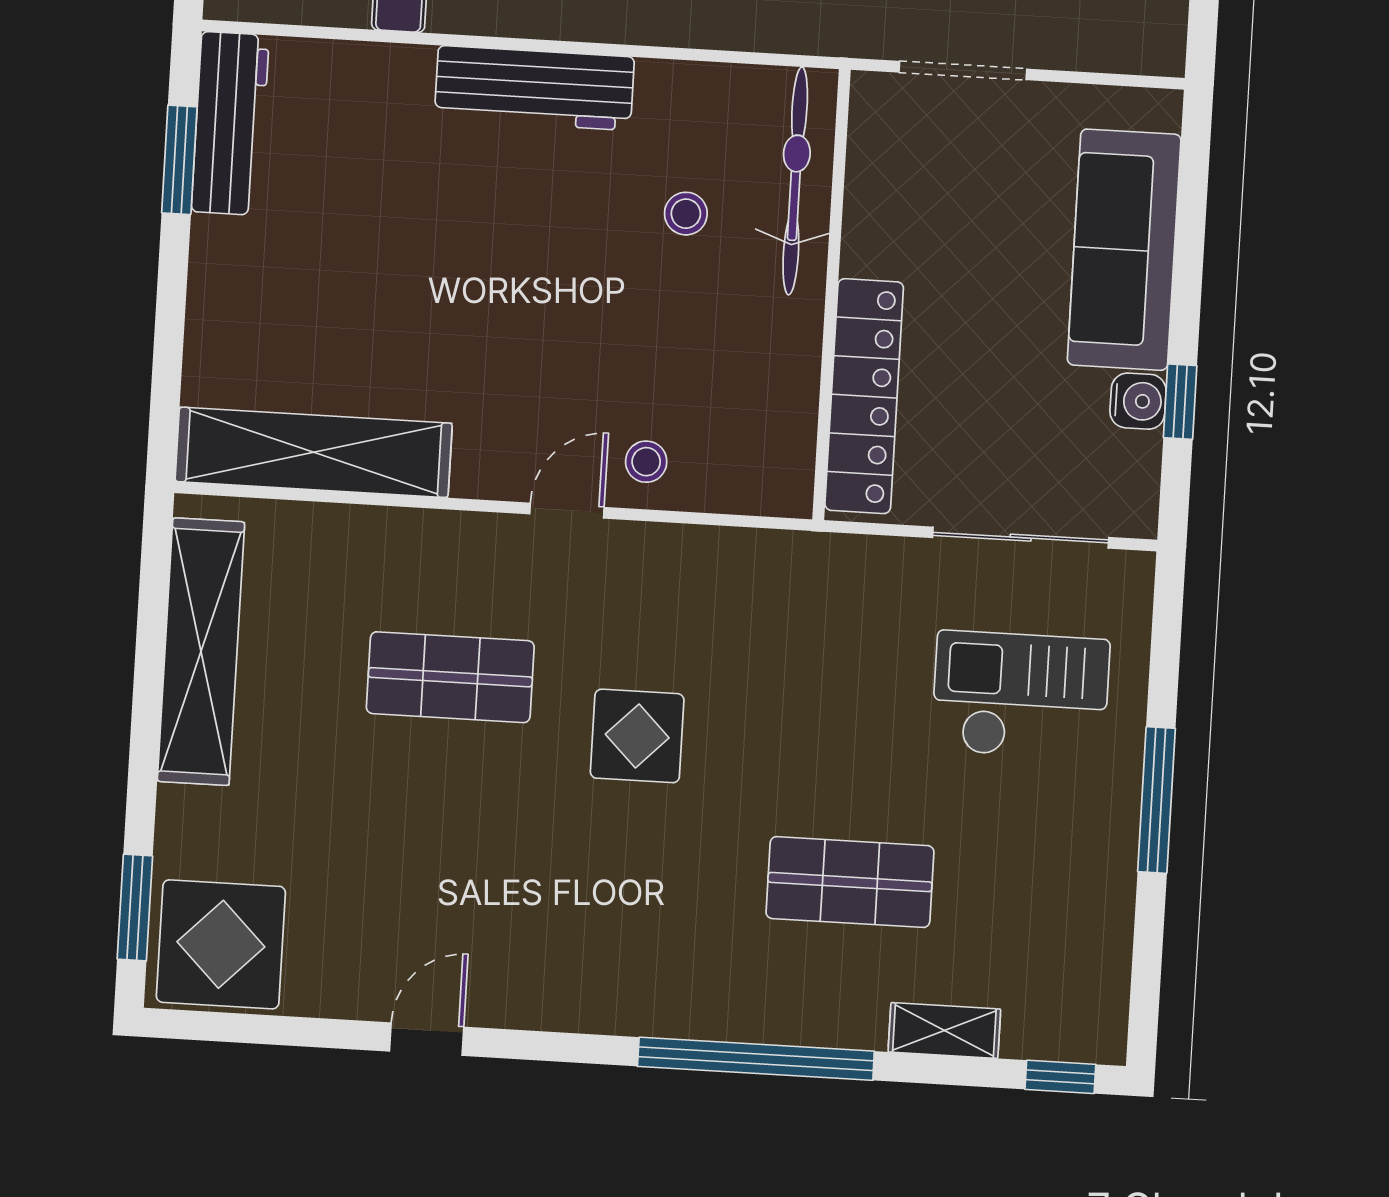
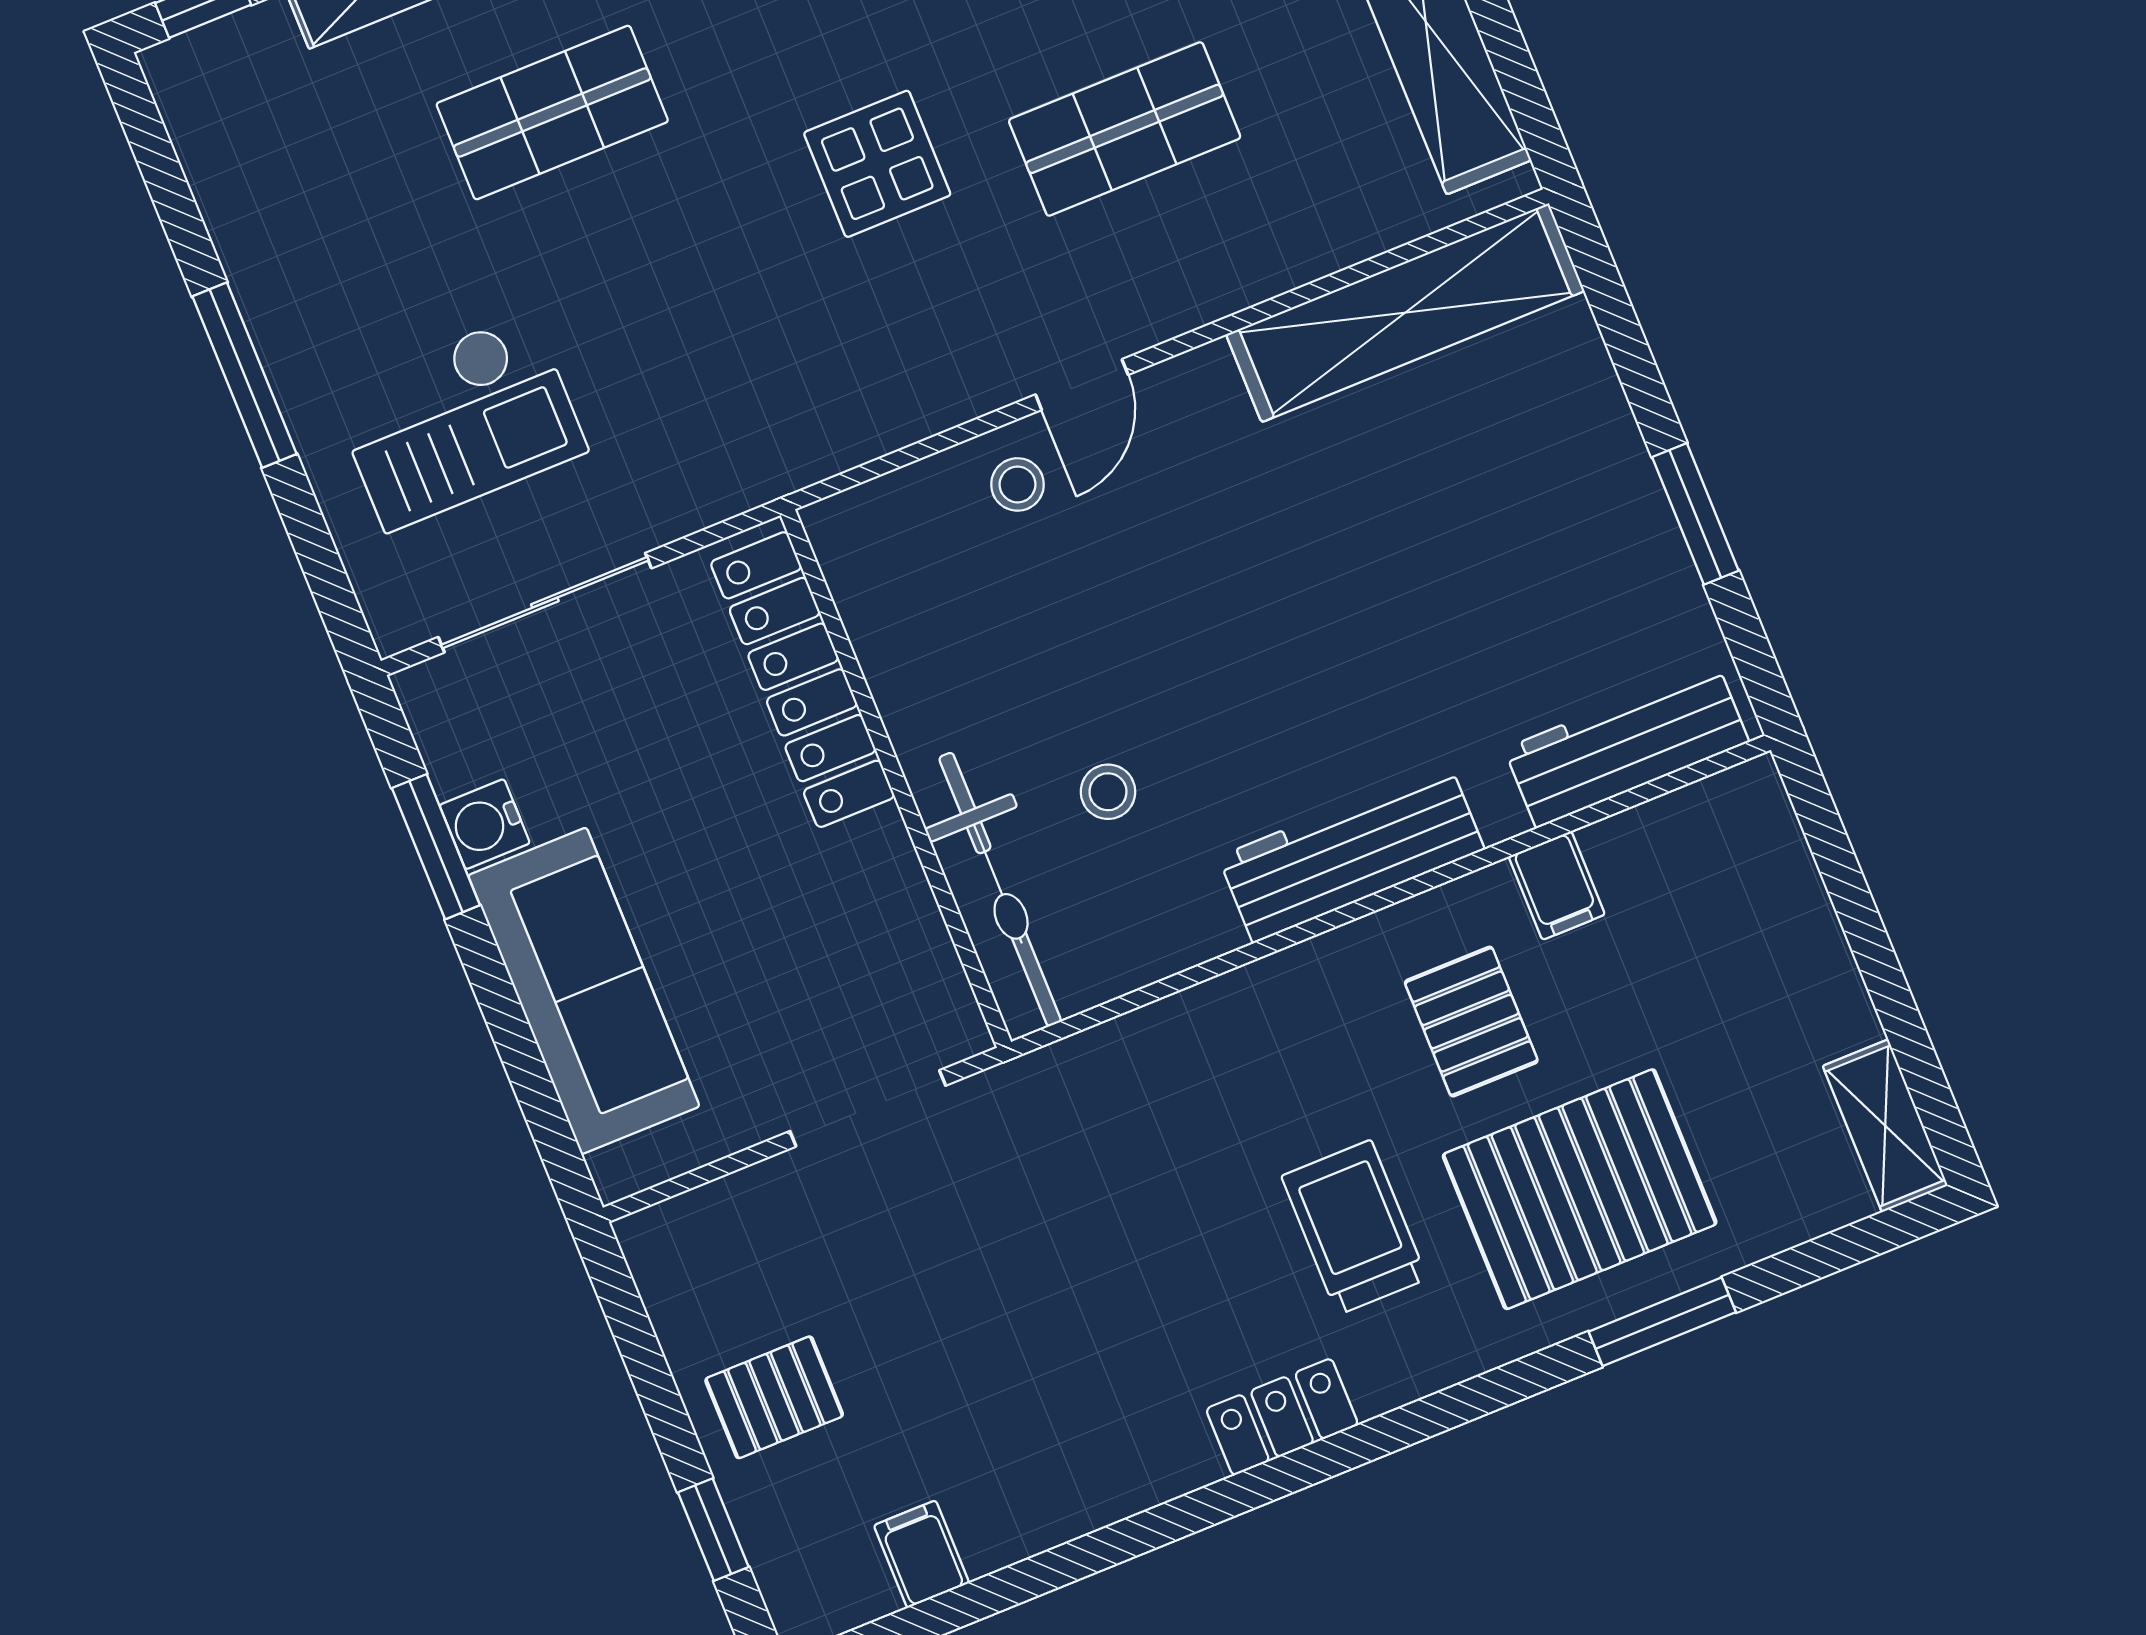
workbench: (230, 123) -> (1627, 745), moved, turned 90
window: (179, 160) -> (1695, 514), moved
window: (1180, 402) -> (436, 847), width x1.50

